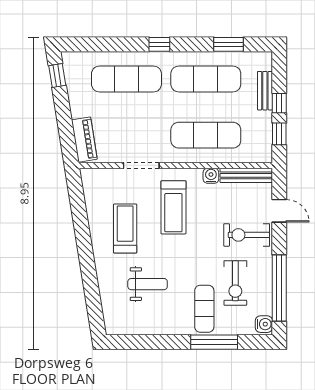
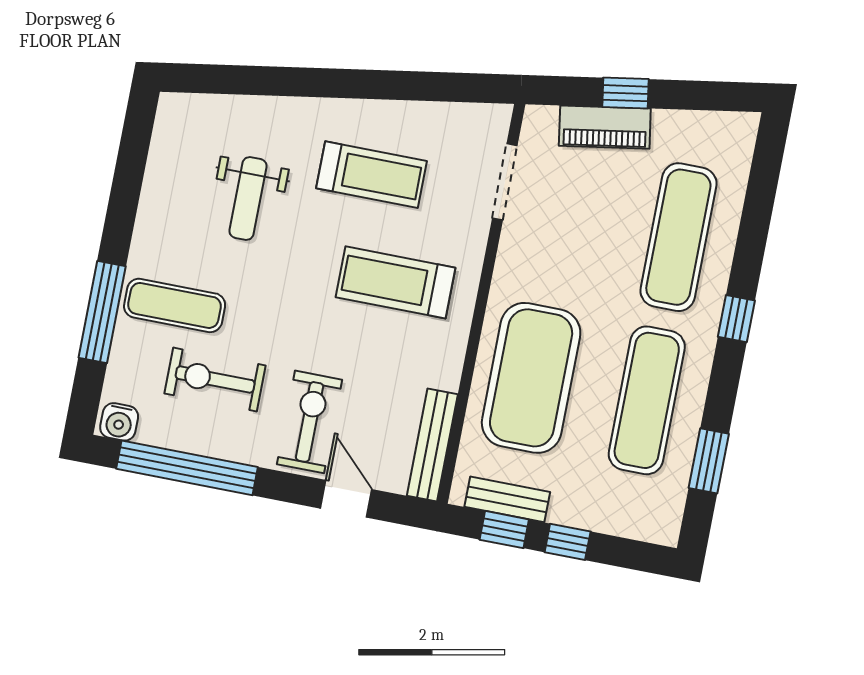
window: (57, 75) -> (626, 93), moved
bench: (265, 91) -> (507, 499), moved
exercise mat: (206, 135) -> (531, 378), width x1.47
piano: (84, 140) -> (605, 127), moved
doorway: (141, 165) -> (505, 182), moved
water cooler: (211, 176) -> (446, 372), removed
door: (279, 211) -> (346, 499), swing flipped

